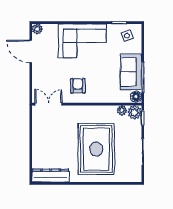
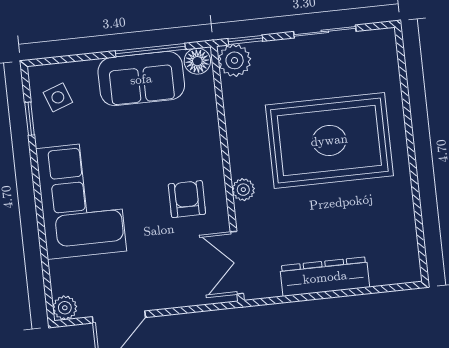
armchair: (78, 86) -> (187, 199), turned 90
plant: (122, 110) -> (243, 190), moved
dresser: (51, 176) -> (325, 277), moved, turned 90

